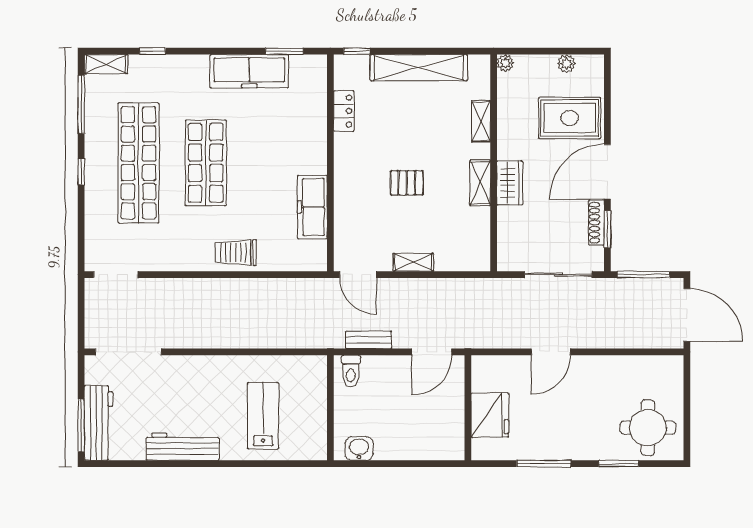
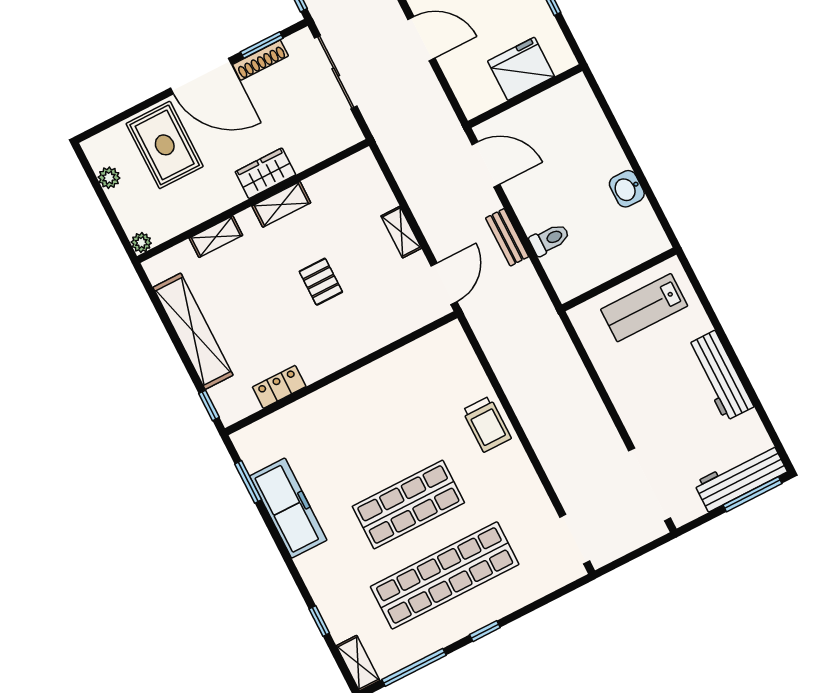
freezer: (312, 207) -> (397, 368), removed
wall: (330, 408) -> (619, 279), moved

